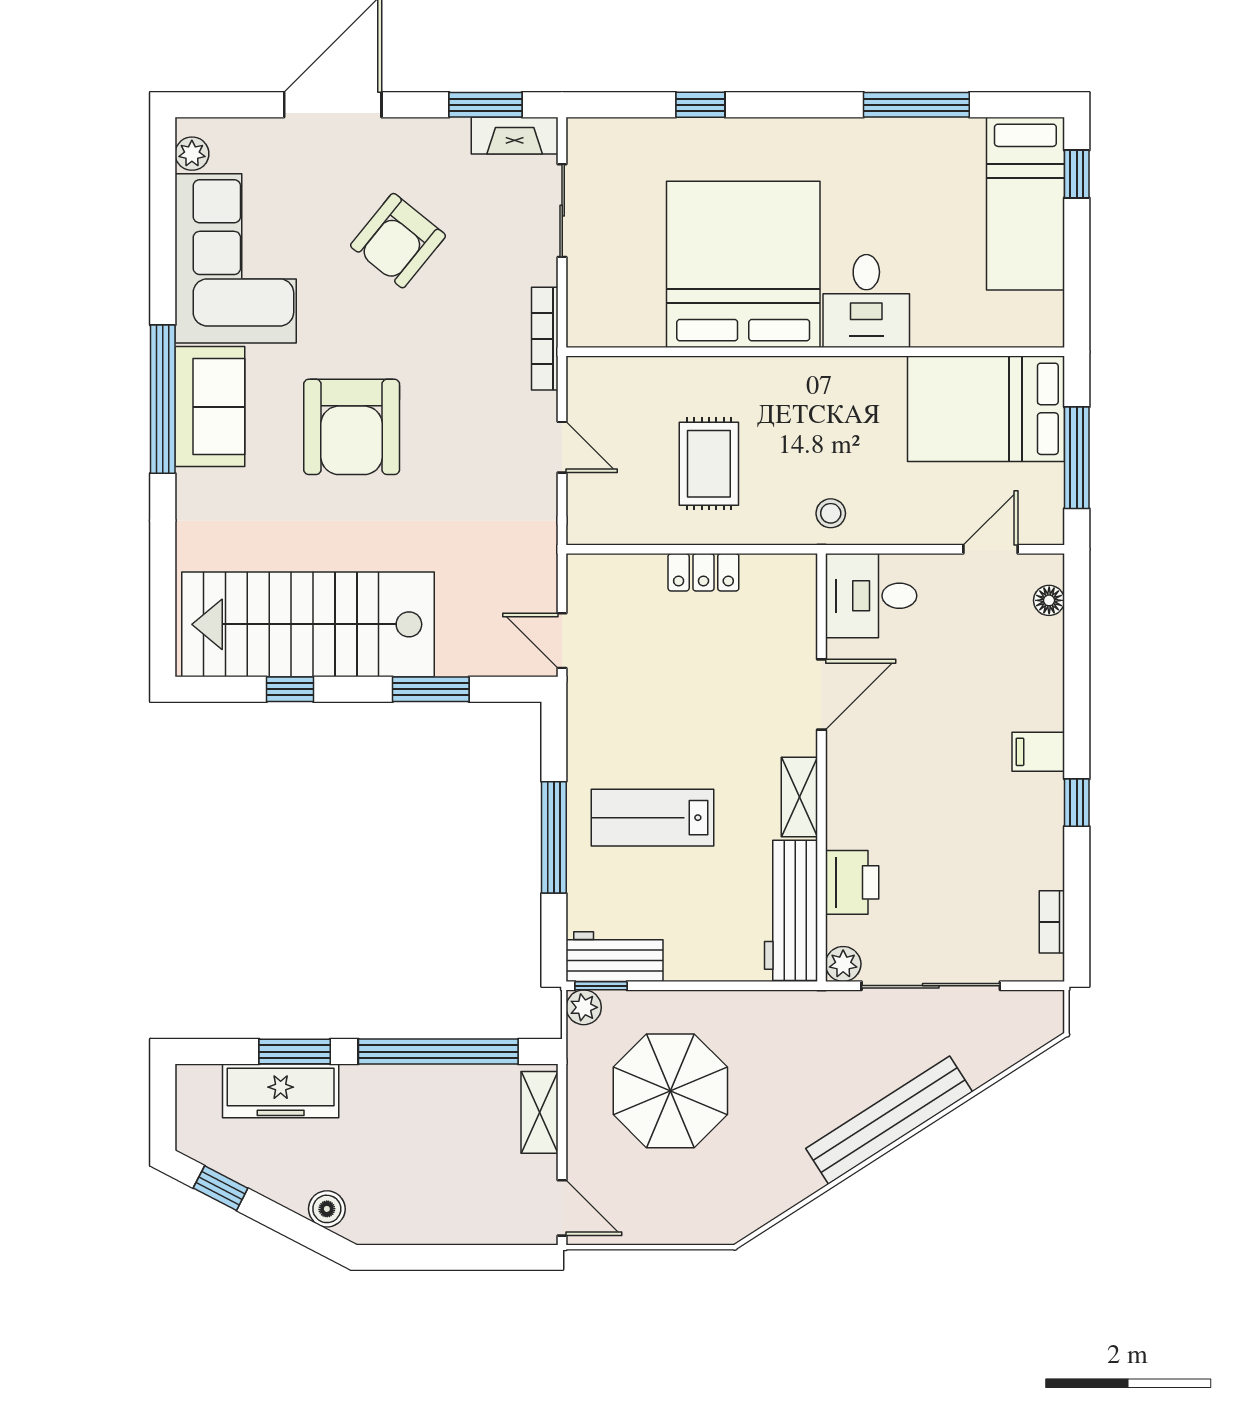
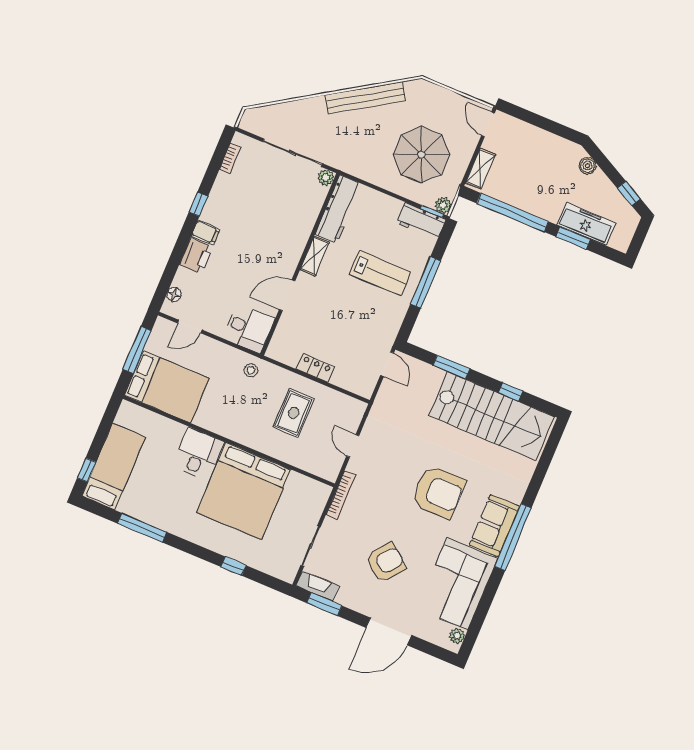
armchair: (352, 427) -> (438, 492), turned 90
printer: (852, 882) -> (196, 256), moved, turned 180
bench: (889, 1120) -> (365, 98), moved

